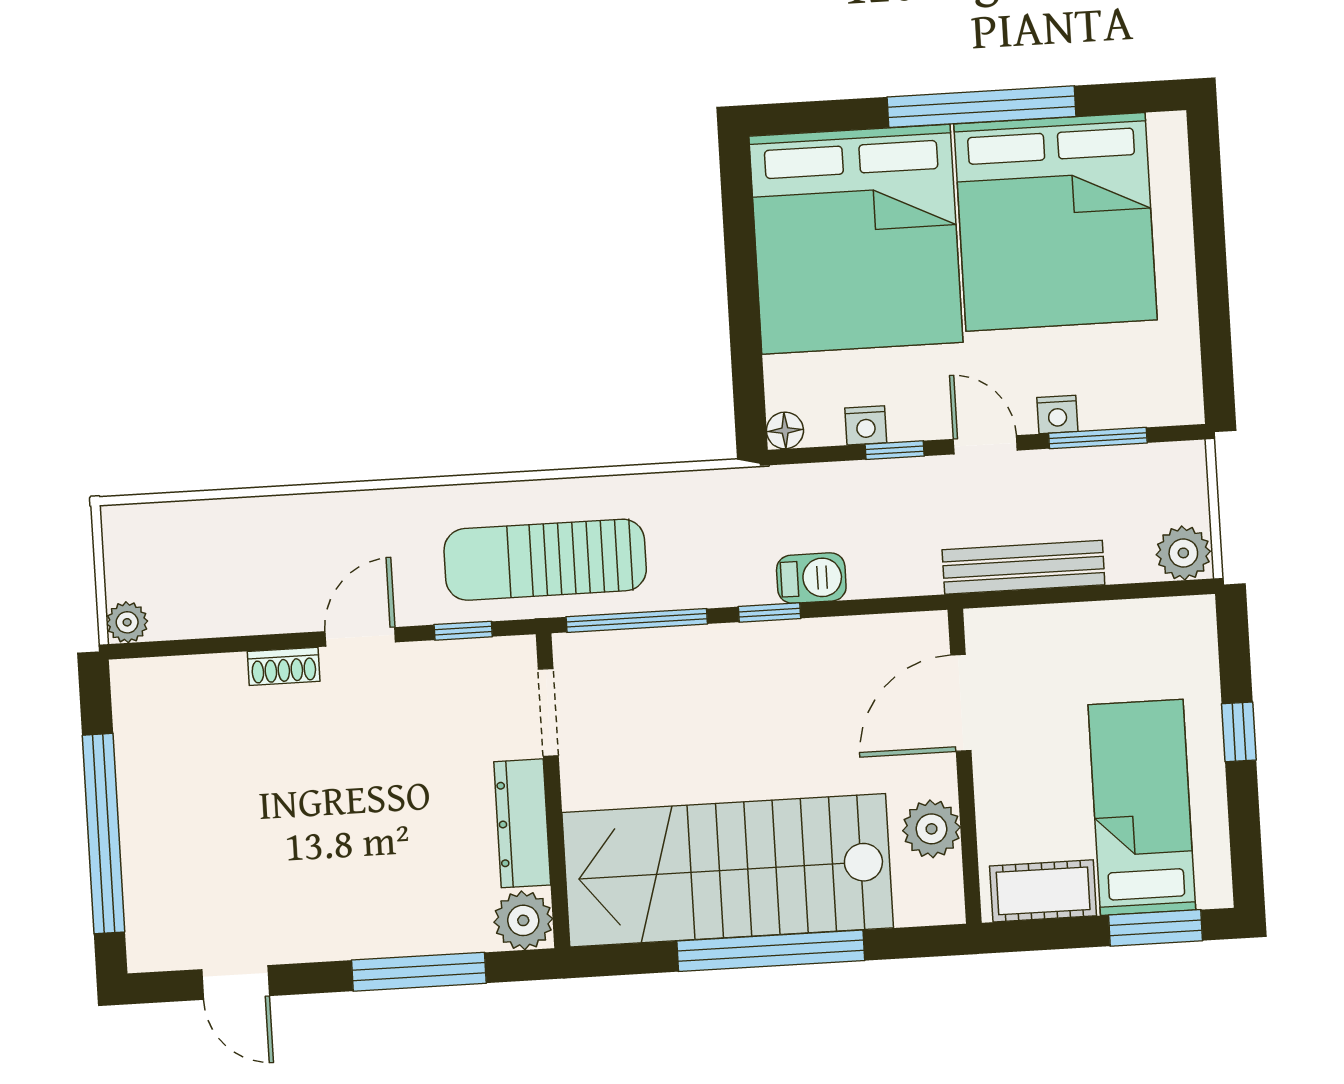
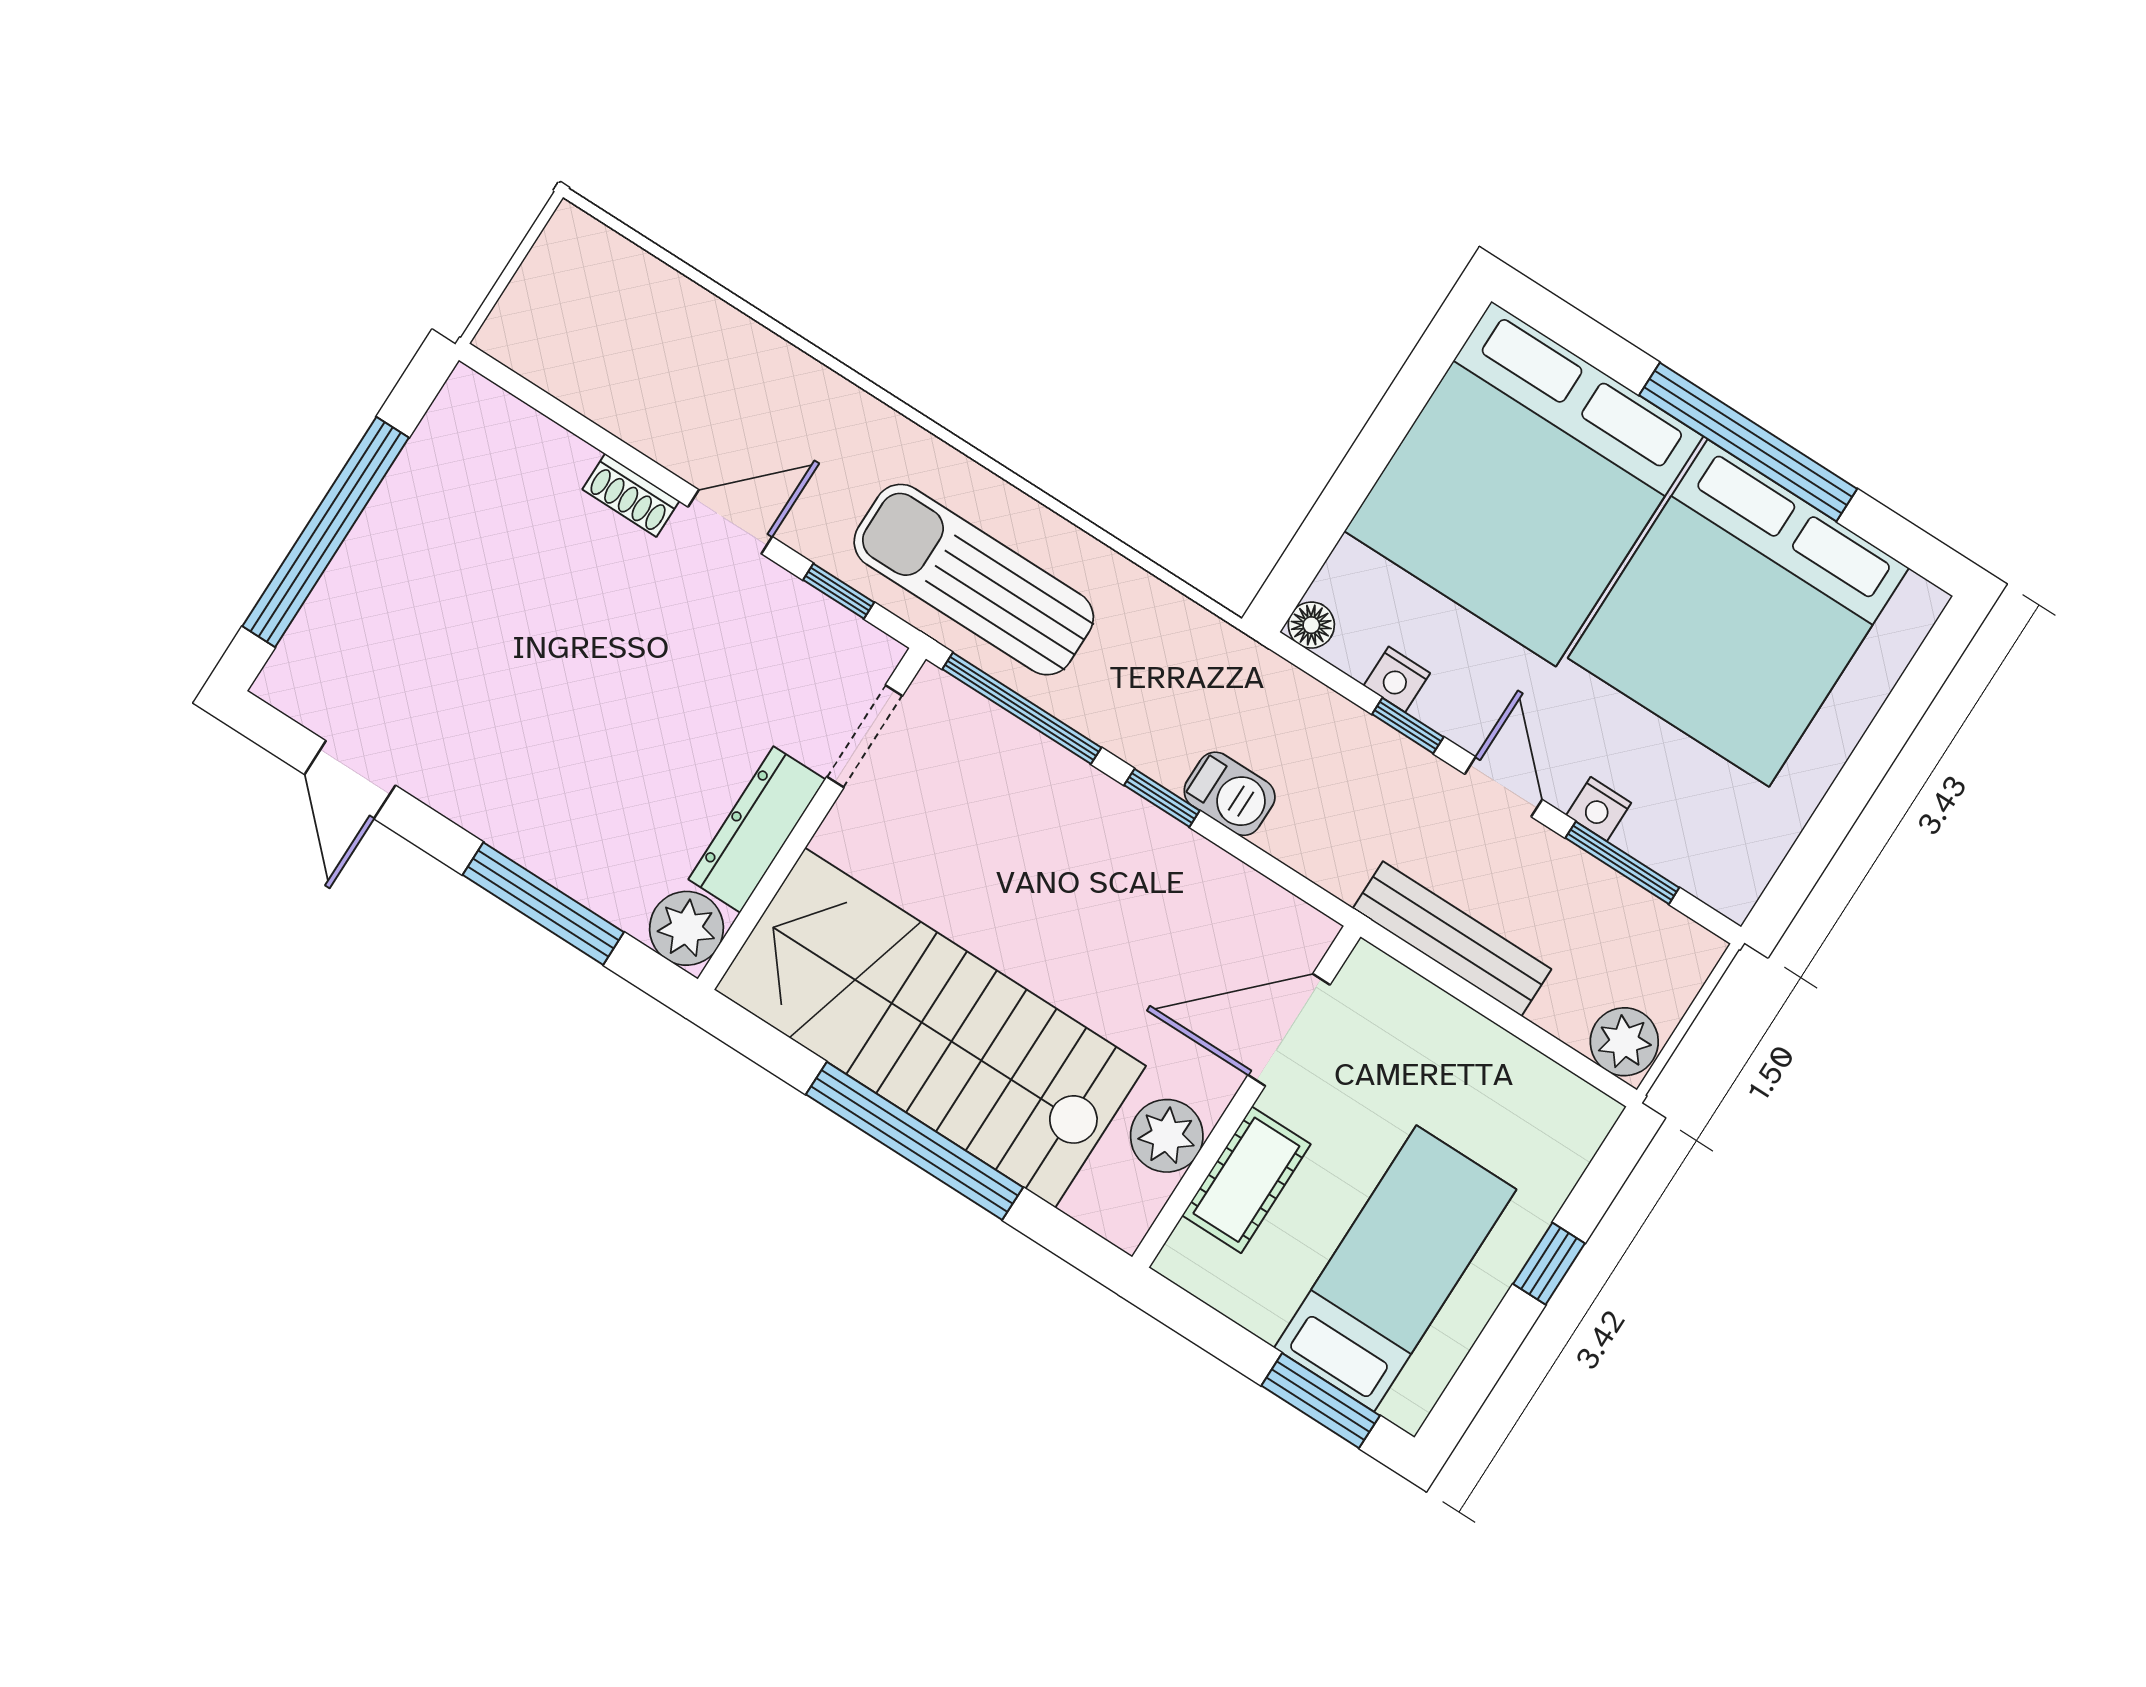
plant: (127, 622) -> (505, 336), removed
cot: (1043, 891) -> (1246, 1180), moved, turned 90

